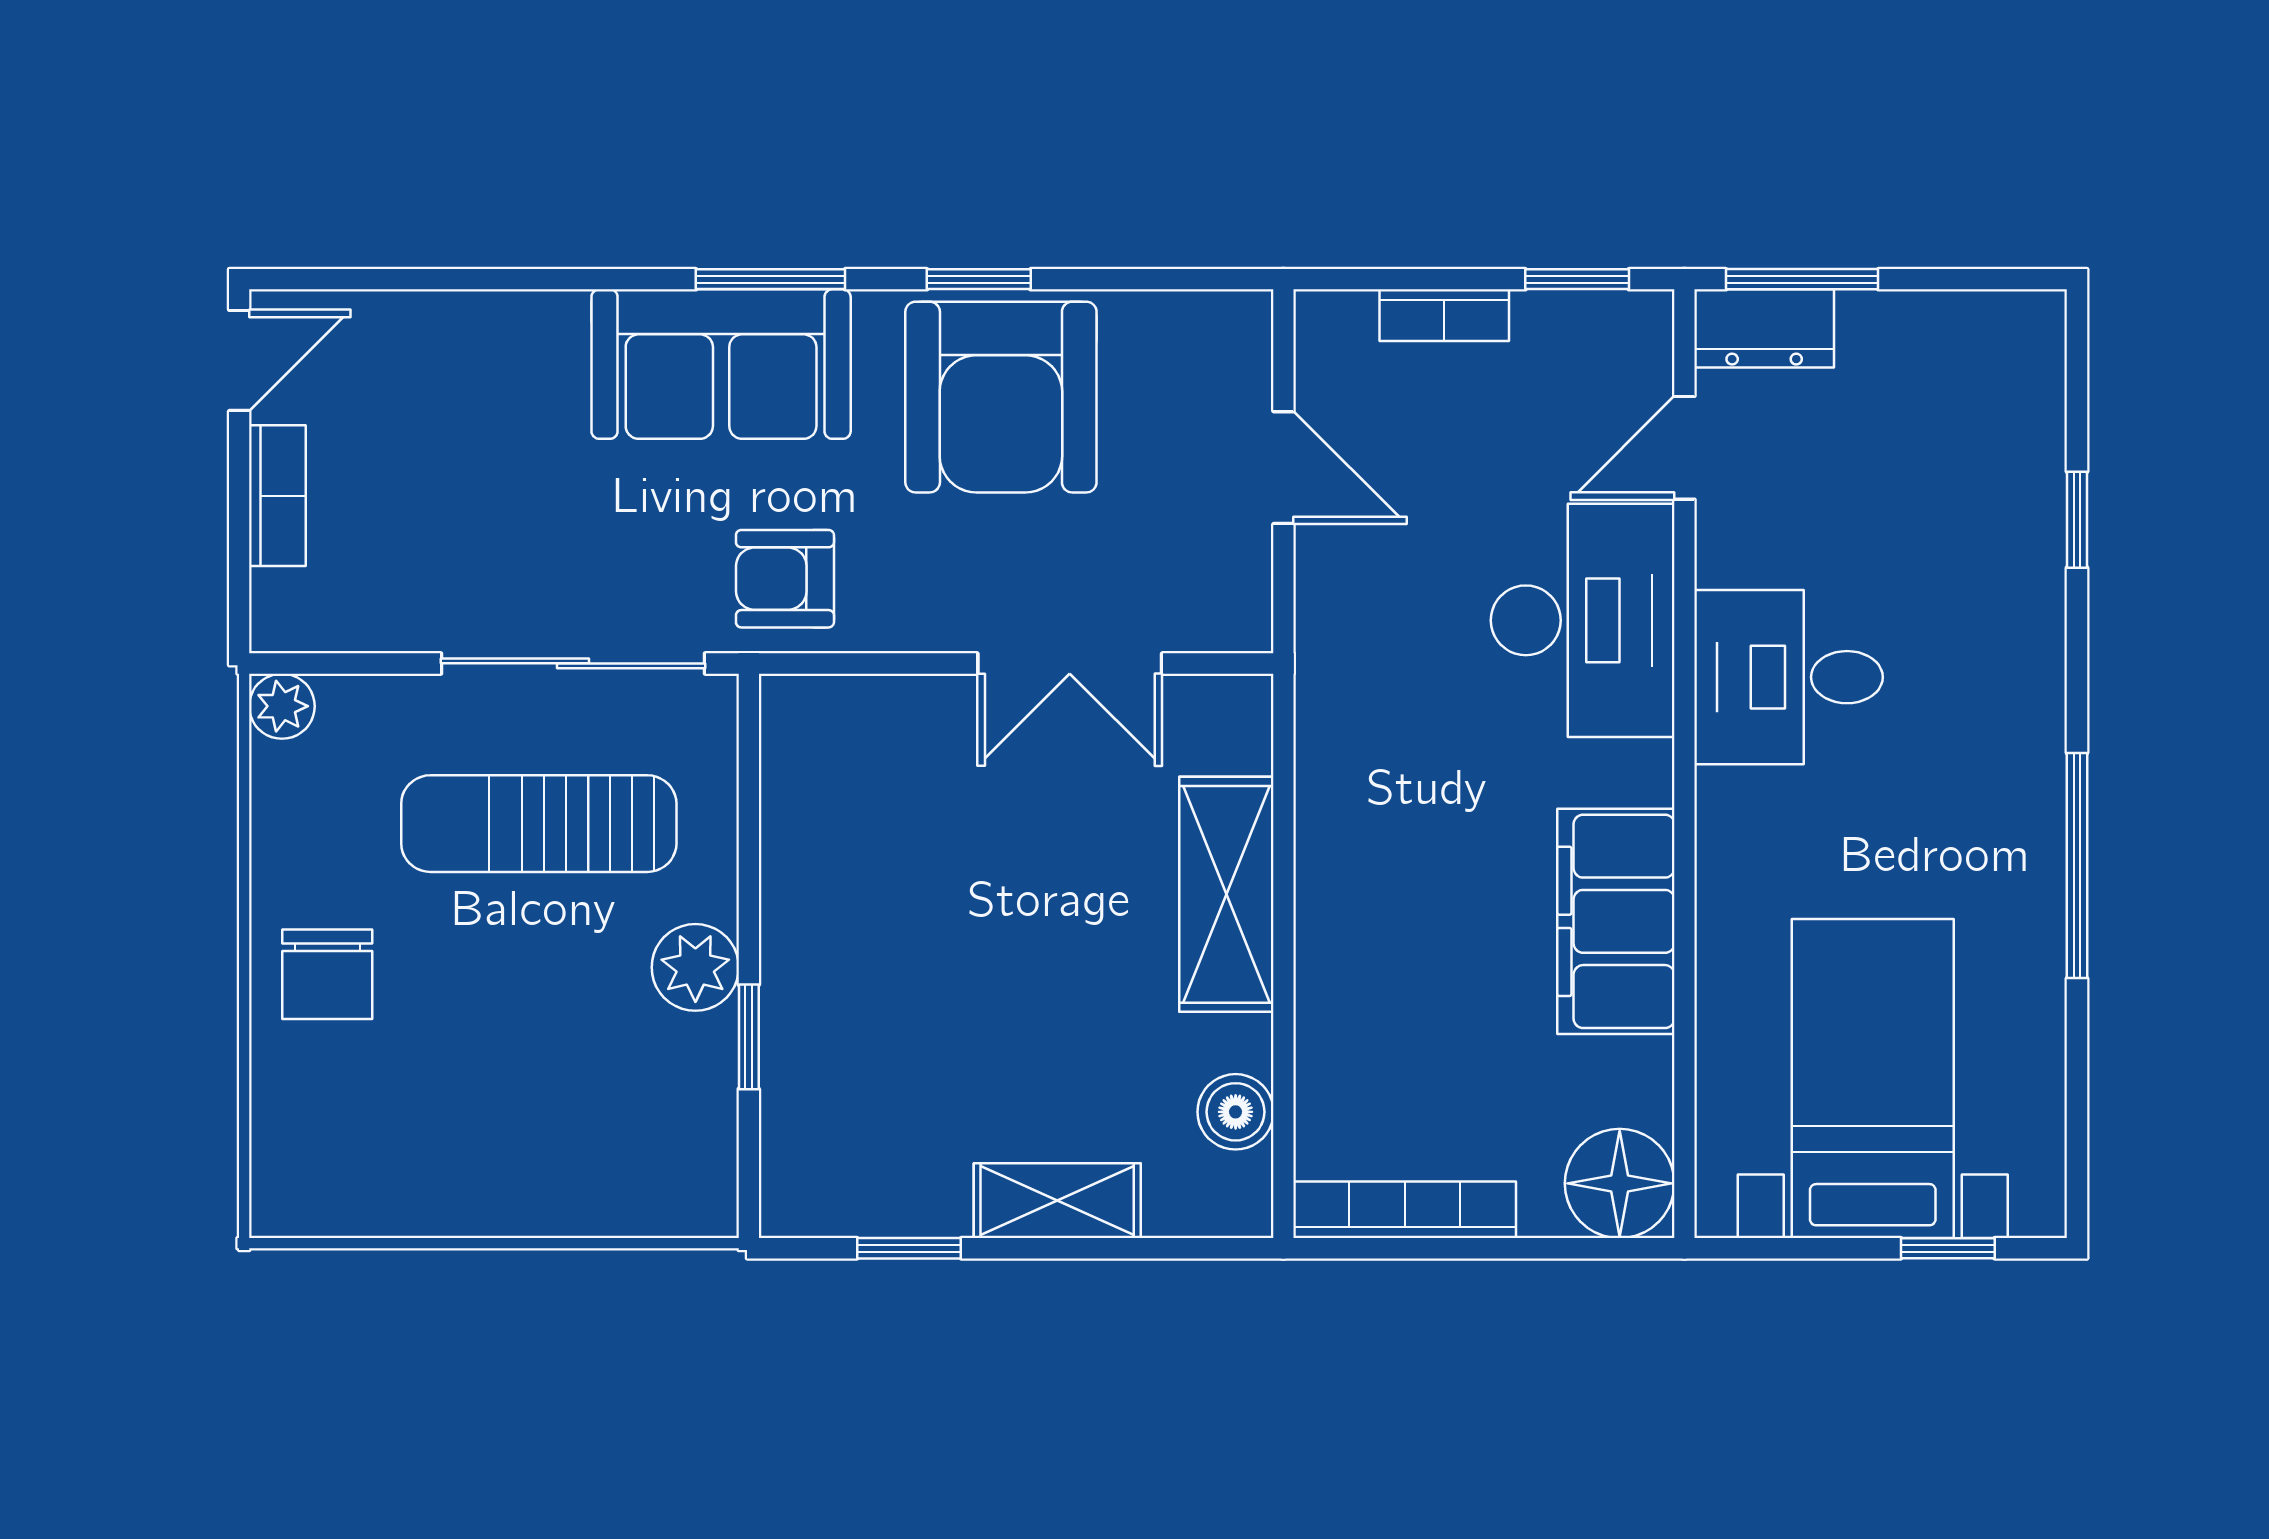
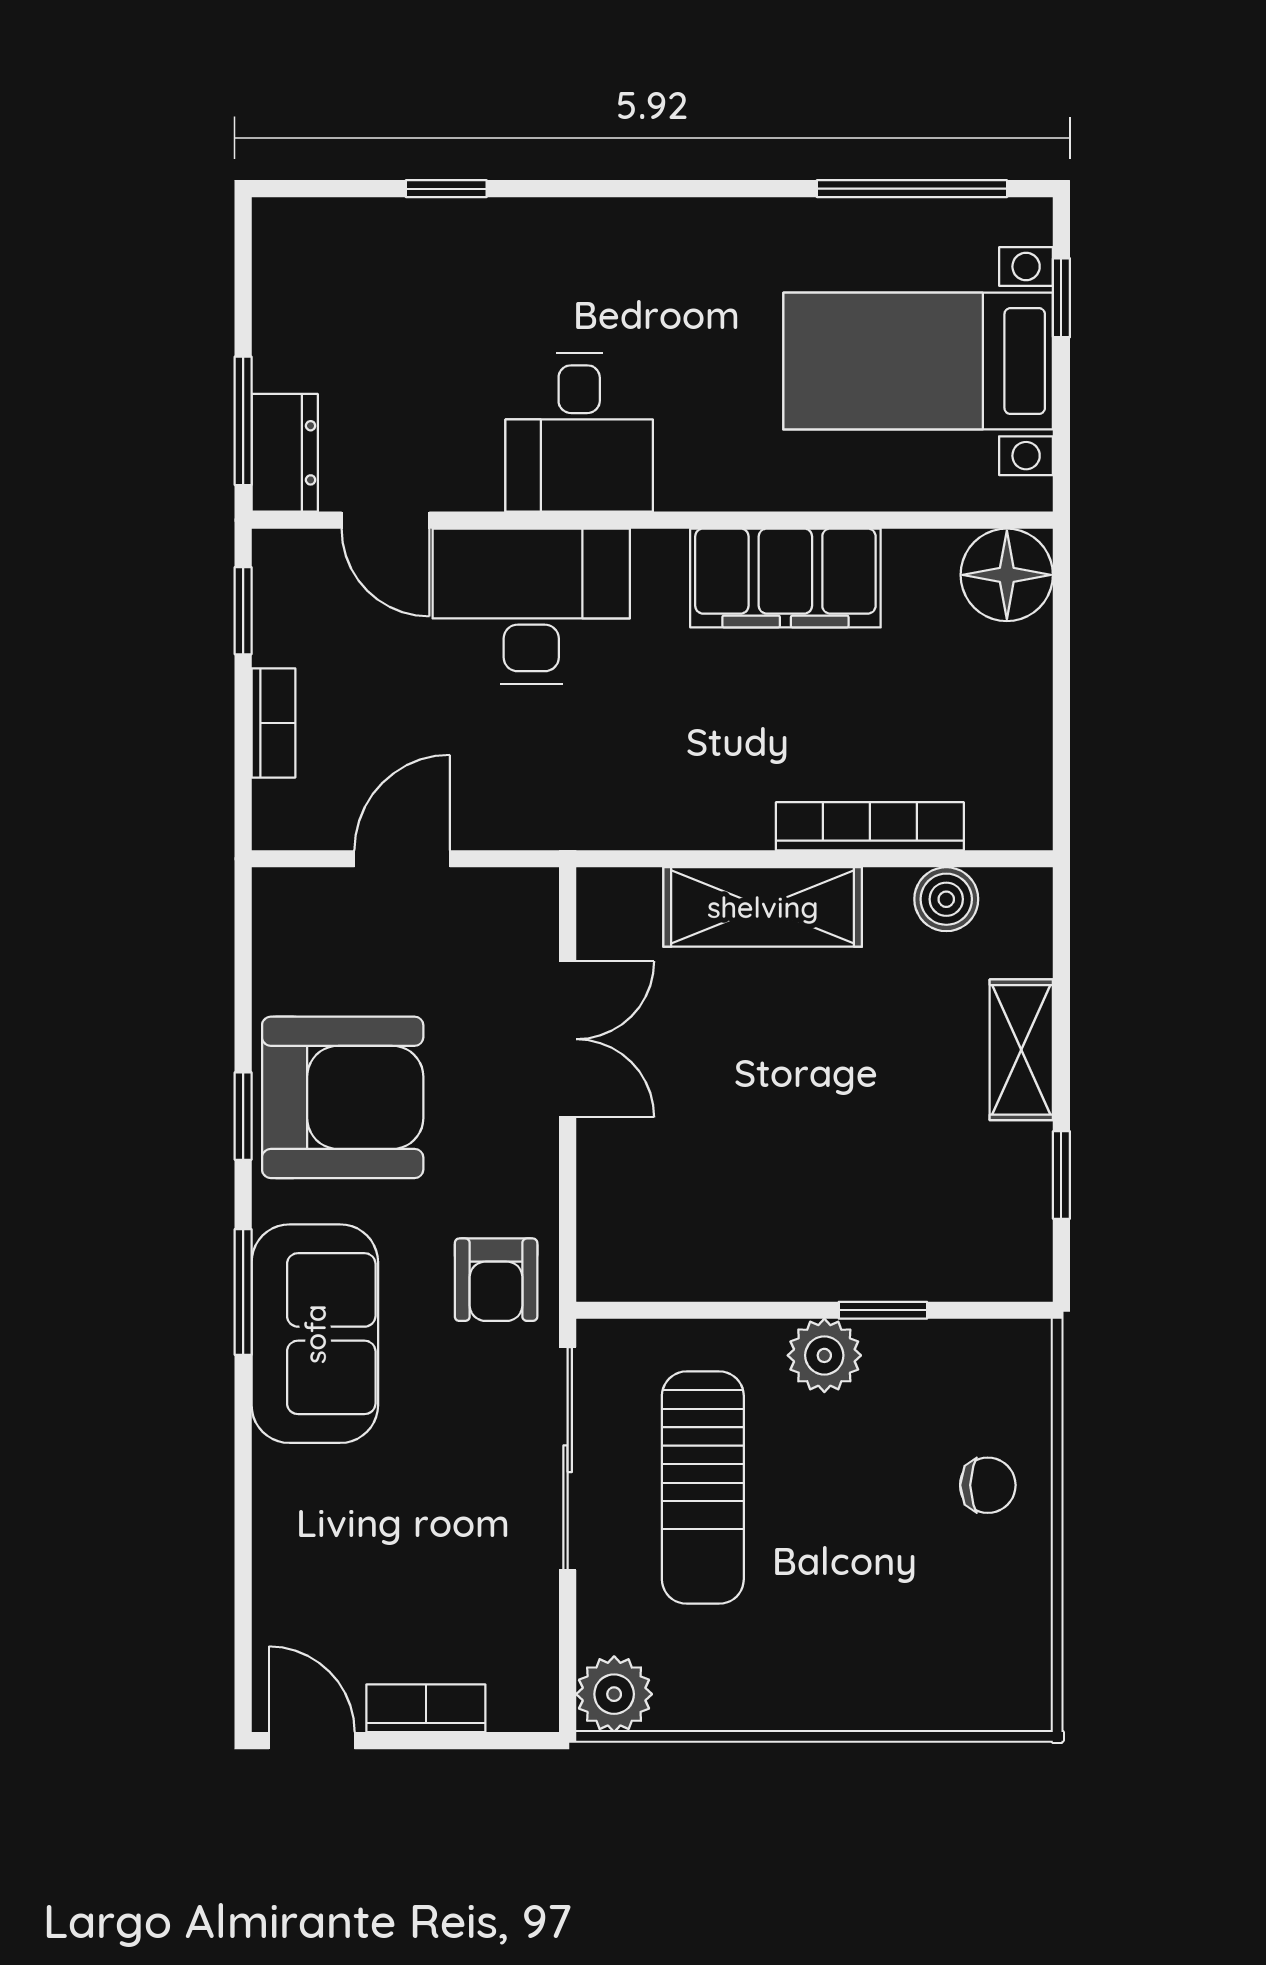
plant: (282, 706) -> (614, 1694), width x1.38, depth x1.38
window: (2077, 866) -> (912, 189), moved
chair: (327, 974) -> (988, 1485), moved, width x0.73, depth x0.73
bookcase: (1405, 1210) -> (870, 826), moved, turned 90

